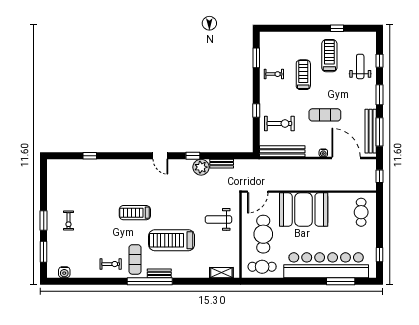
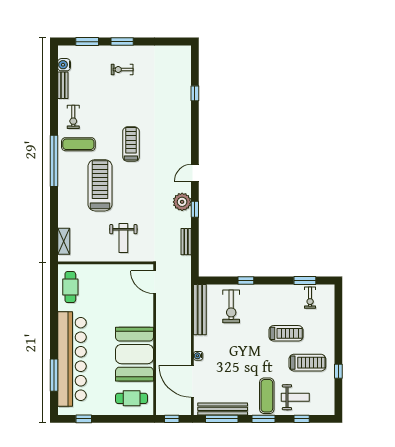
exercise bike: (274, 74) -> (310, 298), moved
exercise mat: (325, 115) -> (267, 396), moved
door: (346, 158) -> (192, 381), swing flipped
plant: (201, 167) -> (182, 202), moved
booth: (304, 210) -> (134, 354), moved
weight bench: (218, 219) -> (123, 238), turned 180
cafe table: (263, 234) -> (107, 288), removed
bench: (159, 273) -> (63, 85), moved

